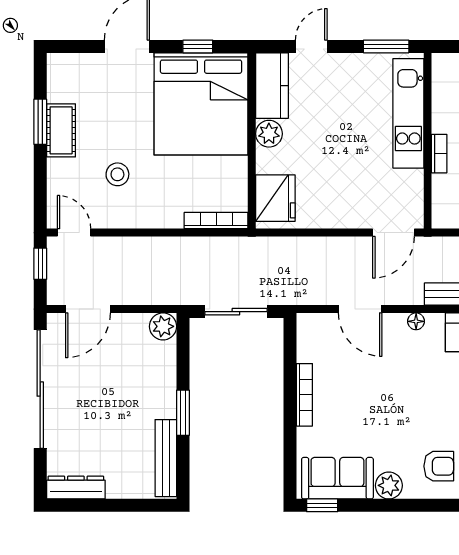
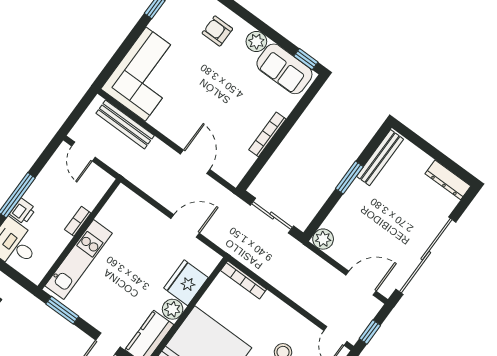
fridge: (275, 198) -> (186, 283), moved
door: (394, 233) -> (185, 226), moved
floor lamp: (416, 321) -> (167, 129), removed

